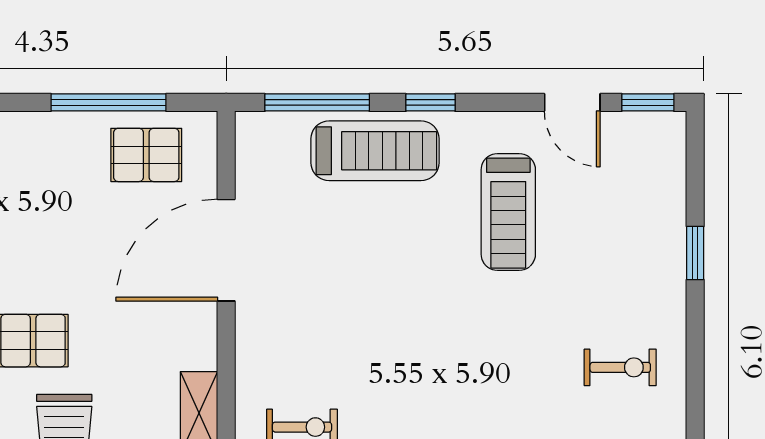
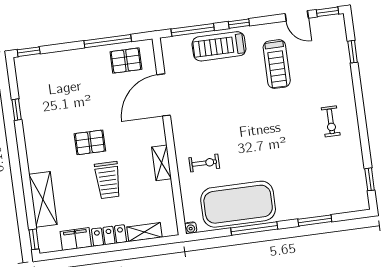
treadmill: (375, 151) -> (219, 46), turned 180
window: (695, 253) -> (353, 52), moved
exercise bike: (620, 367) -> (331, 121), turned 90

